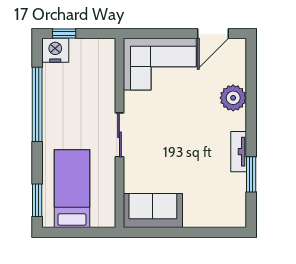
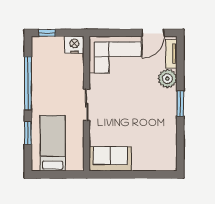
nightstand: (55, 50) -> (74, 45), moved
tv unit: (239, 152) -> (171, 54), moved
window: (251, 174) -> (180, 104), moved
window: (37, 200) -> (28, 133), moved

